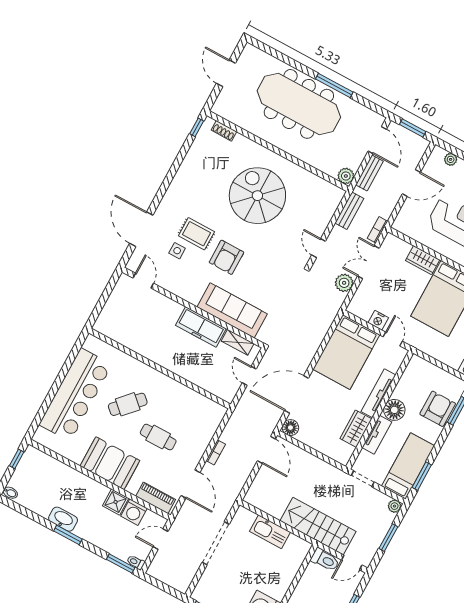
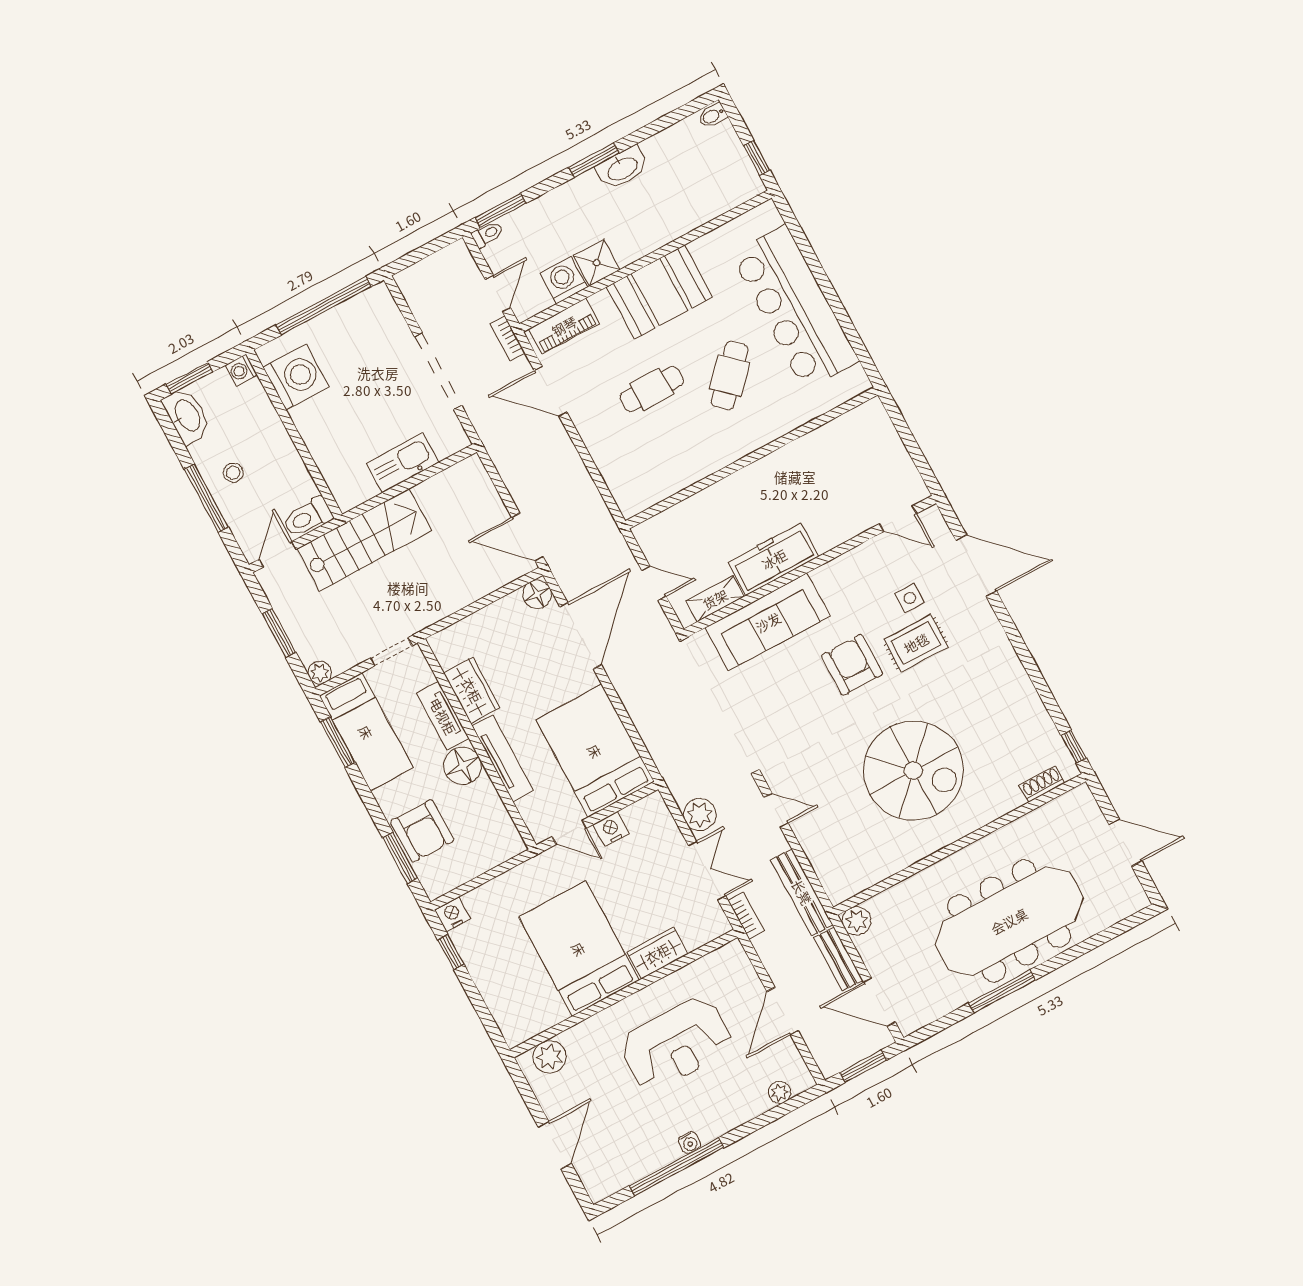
bench: (349, 211) -> (802, 892), width x1.36
bookcase: (216, 452) -> (508, 338), moved

